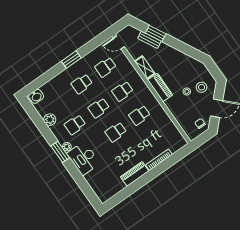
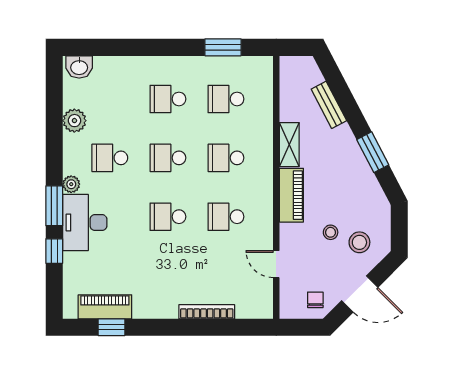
window: (156, 33) -> (373, 152), moved
door: (119, 42) -> (276, 264), moved
window: (71, 60) -> (223, 47), moved
window: (60, 152) -> (54, 206), moved
piano: (135, 174) -> (105, 307), moved
window: (79, 179) -> (54, 251), added
window: (125, 193) -> (112, 327), added

